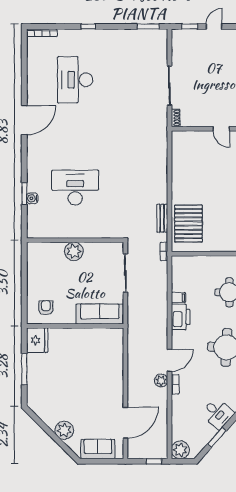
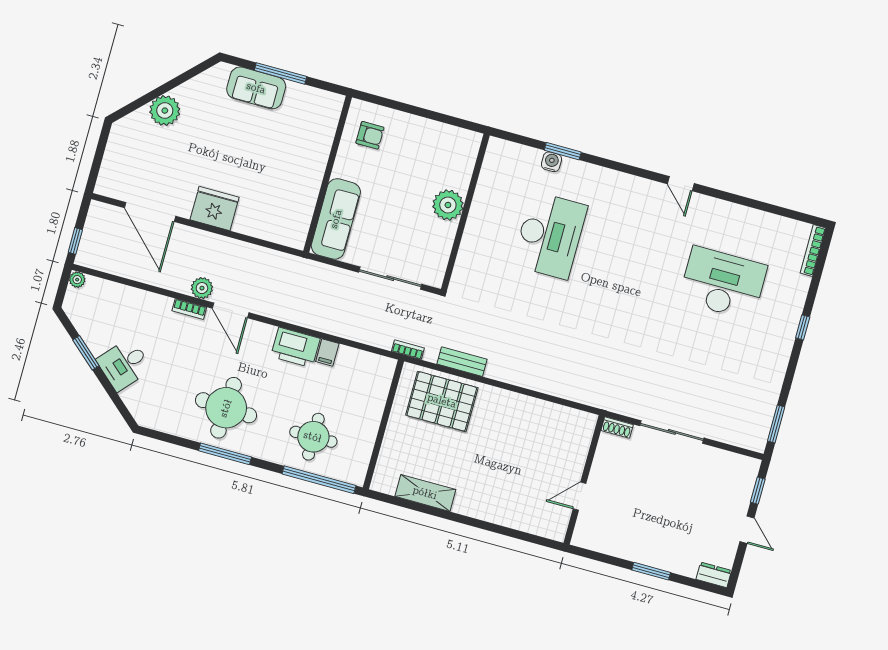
door: (24, 120) -> (681, 184), width x0.53
fridge: (37, 340) -> (215, 208), moved, turned 180
sofa: (98, 449) -> (256, 88), moved, turned 90
plant: (180, 450) -> (77, 280), width x0.53, depth x0.53

